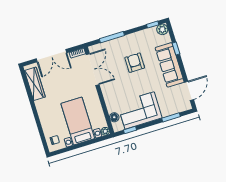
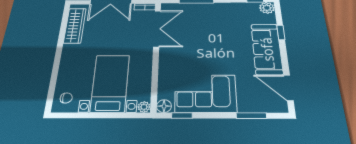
armchair: (135, 63) -> (217, 35), removed
door: (189, 91) -> (289, 88), swing flipped
floor lamp: (114, 117) -> (164, 106), moved

